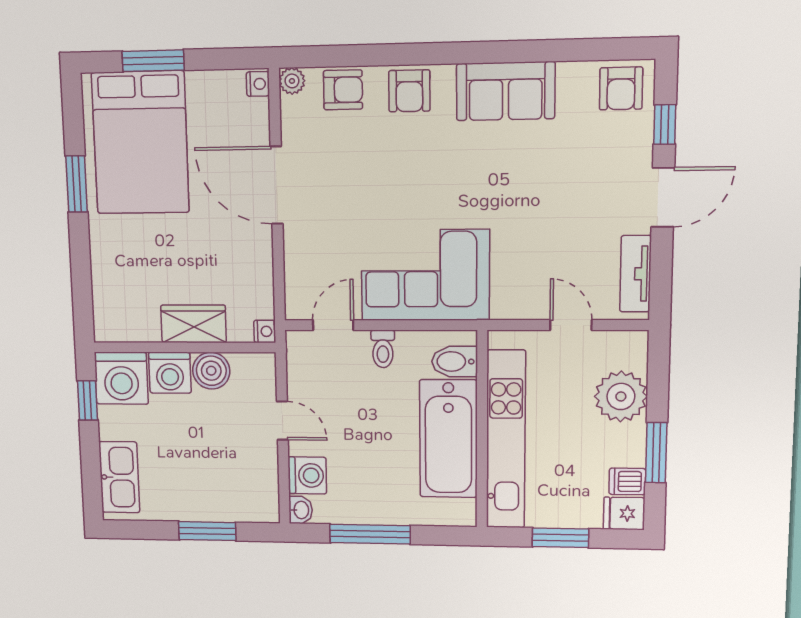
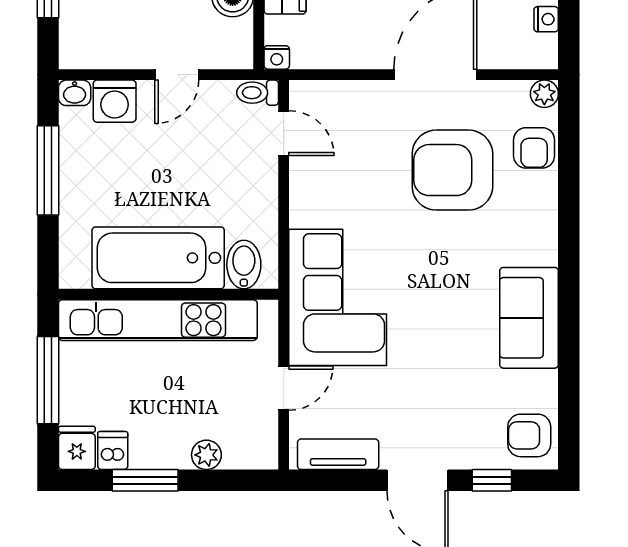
nightstand: (258, 84) -> (546, 19), moved, turned -90
armchair: (409, 91) -> (452, 170), moved, width x1.88, depth x1.88
corner sofa: (425, 275) -> (338, 297), moved
toilet: (383, 349) -> (258, 93), moved
plant: (621, 396) -> (206, 455), width x0.53, depth x0.53
window: (560, 538) -> (48, 380), width x1.44

